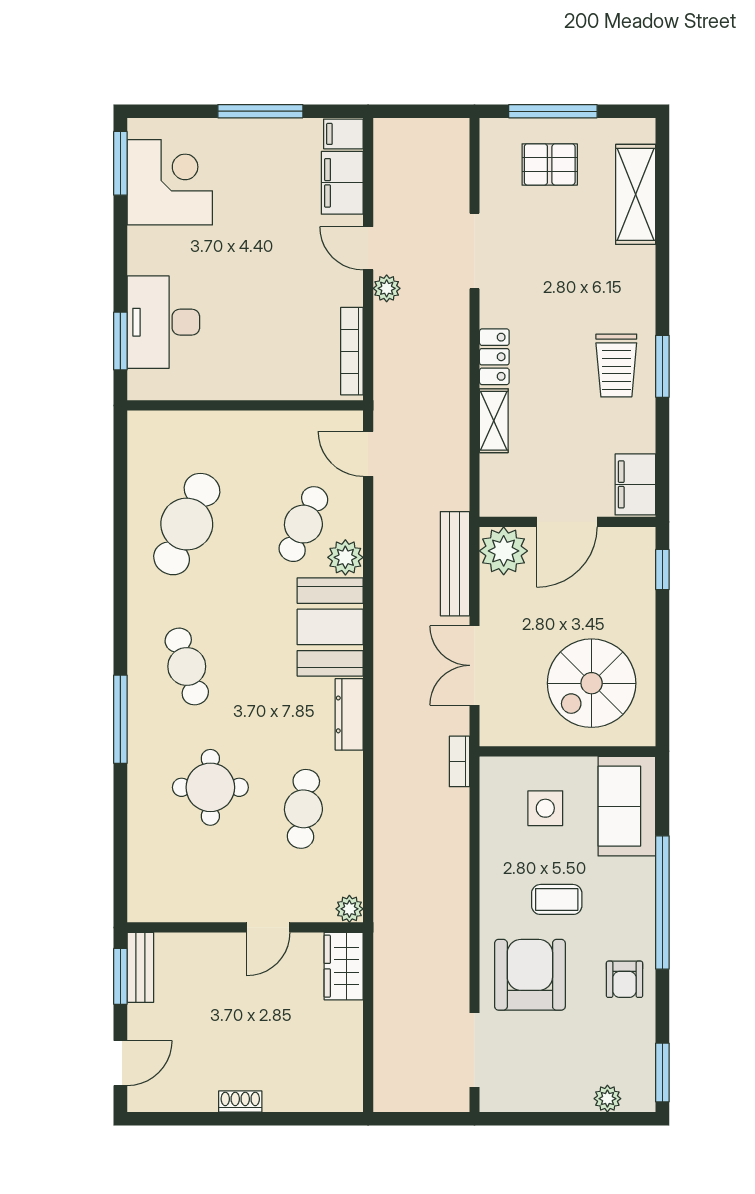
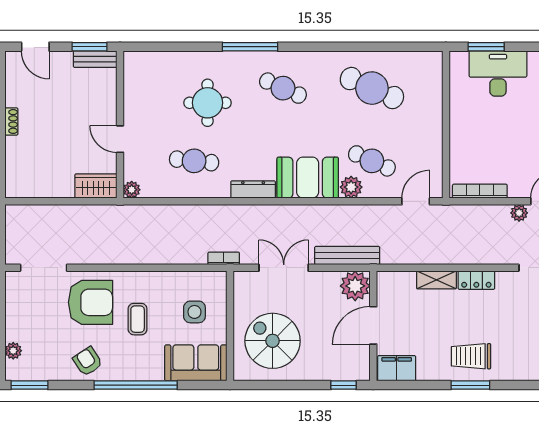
door: (567, 522) -> (373, 325), hinge flipped
cafe table: (187, 666) -> (283, 88), turned 42
armchair: (624, 979) -> (88, 361), turned 57

